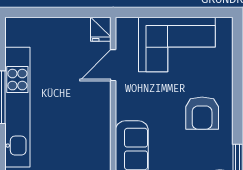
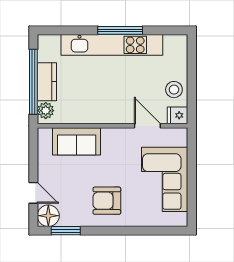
stool: (70, 34) -> (174, 90), added

